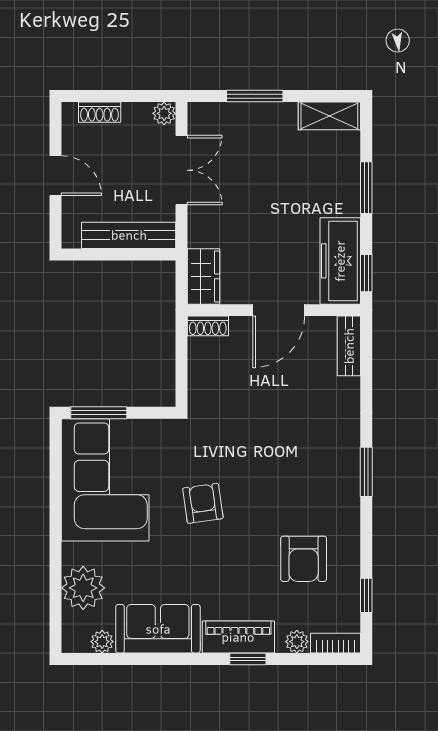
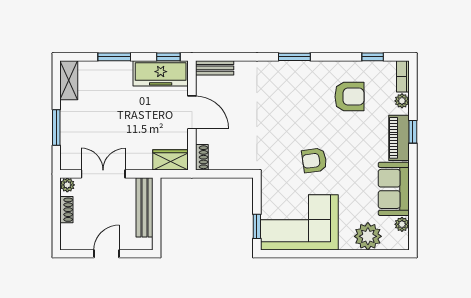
shoe rack: (100, 112) -> (66, 210), moved
window: (99, 413) -> (257, 226), width x0.67

